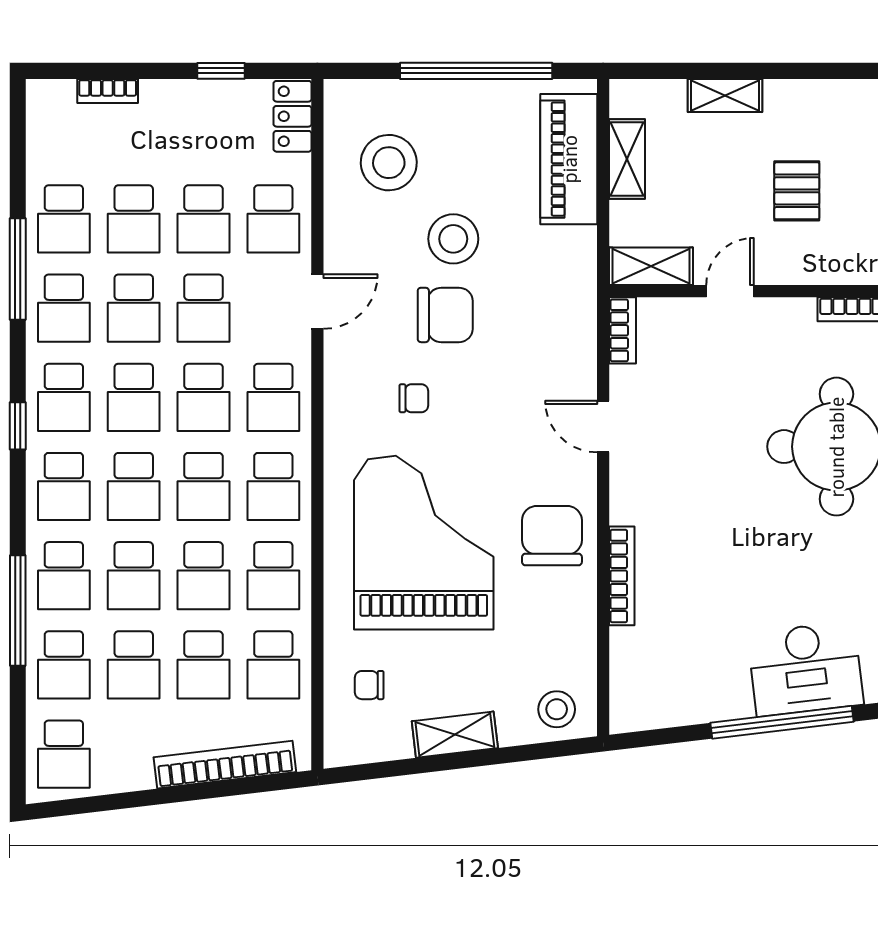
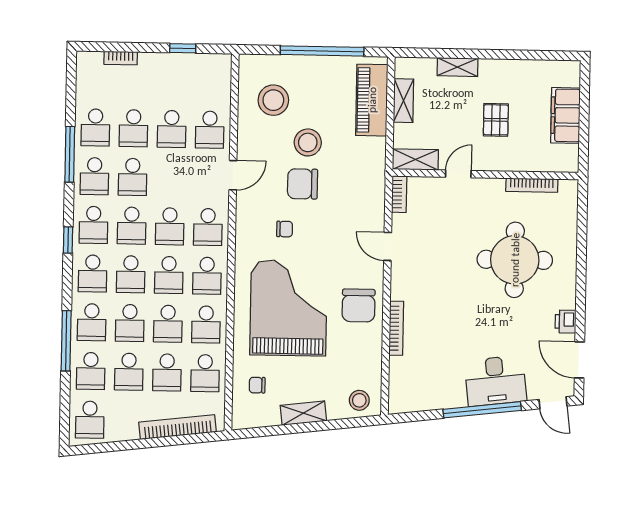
locker: (293, 116) -> (221, 74), removed
school desk: (204, 308) -> (171, 178), removed
chair: (445, 315) -> (303, 184), turned 180
chair: (552, 536) -> (359, 305), turned 180

